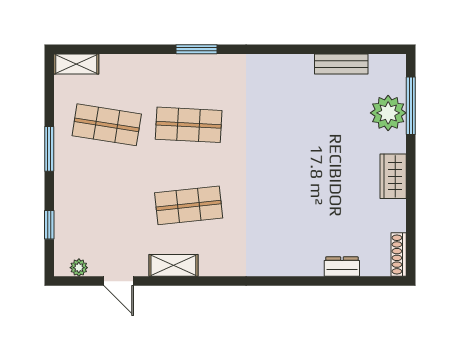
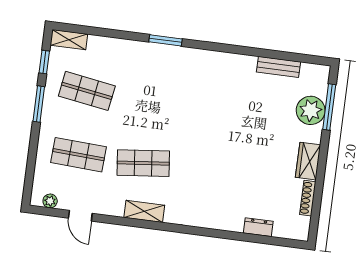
shop shelf: (189, 125) -> (79, 155), moved
window: (49, 225) -> (44, 62), moved
shoe rack: (399, 255) -> (308, 198), moved
shelving: (173, 265) -> (144, 211), moved

